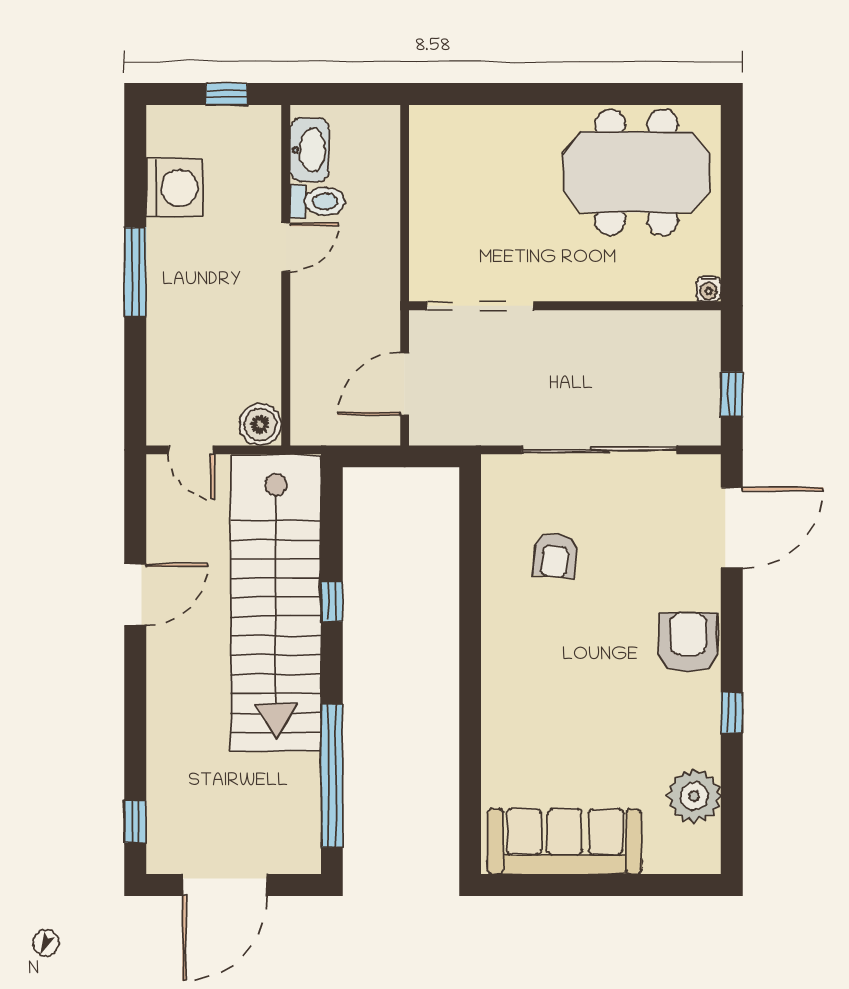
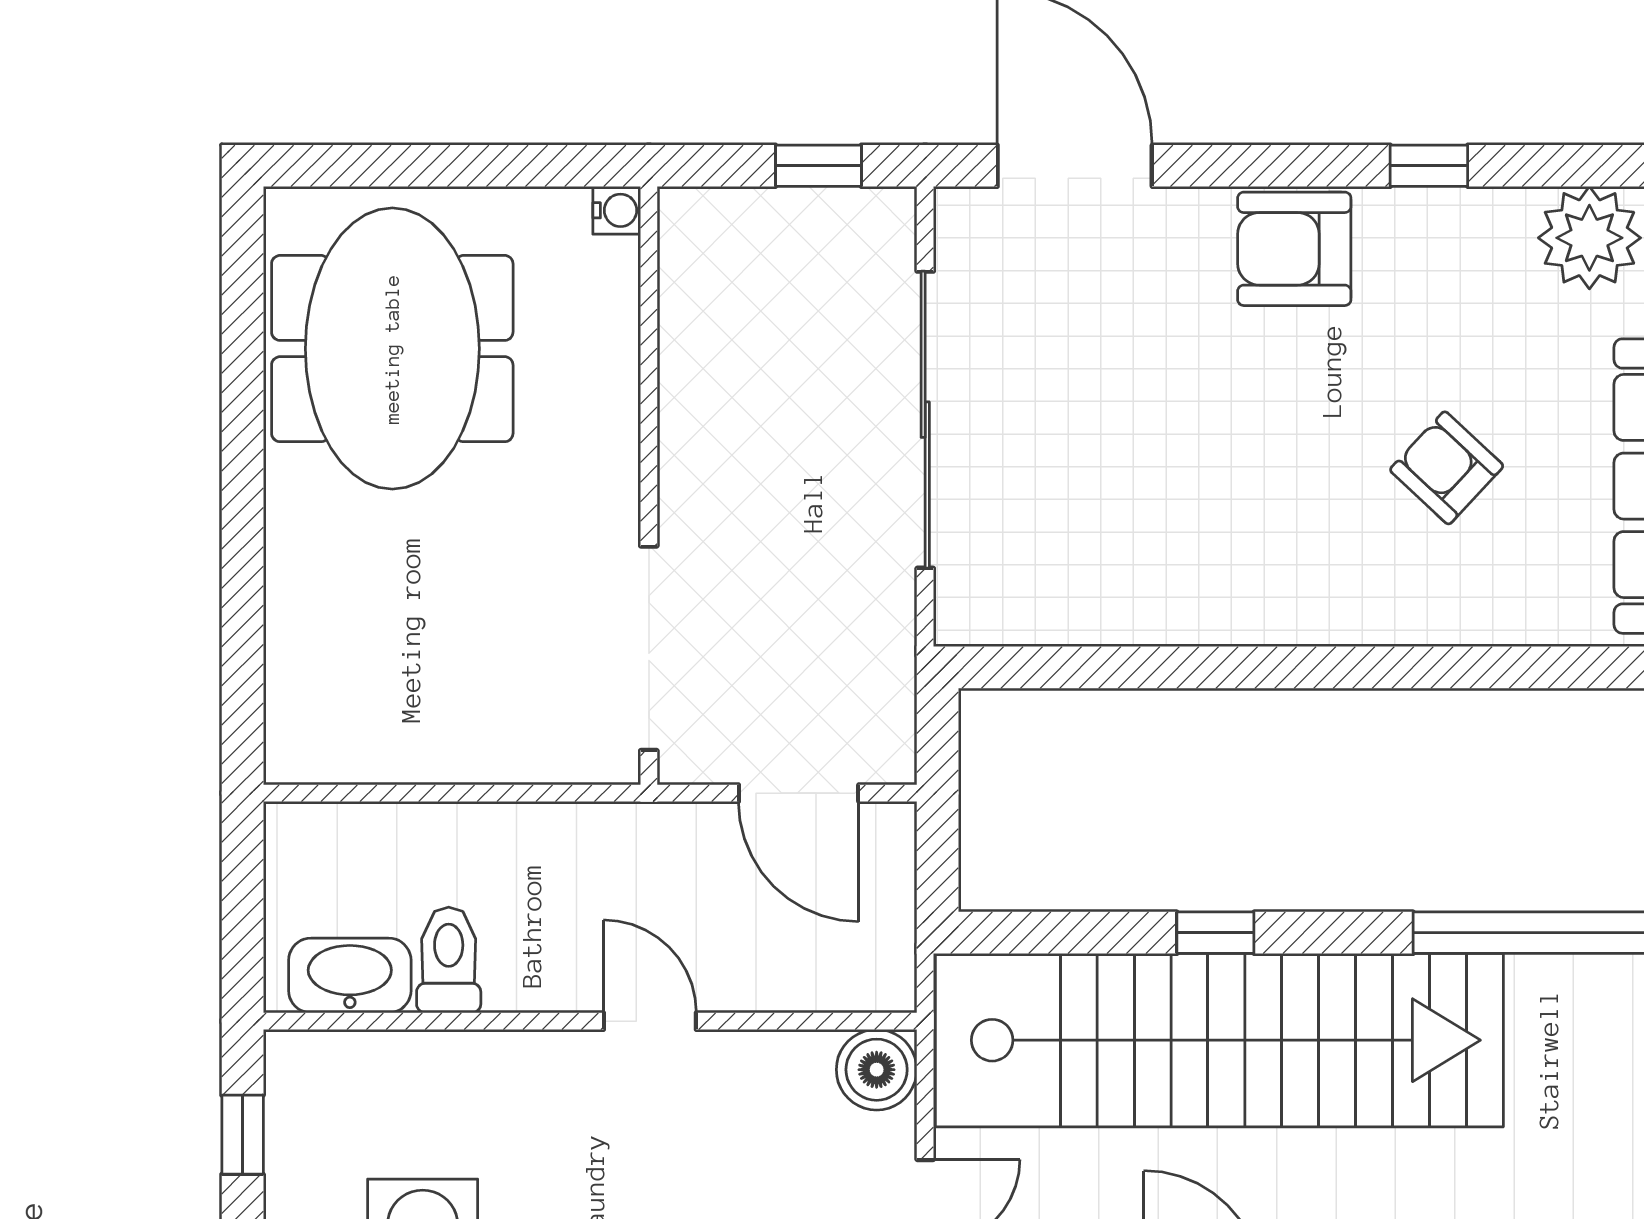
door: (286, 247) -> (650, 1021), moved
armchair: (555, 556) -> (1447, 468), moved, turned -143

